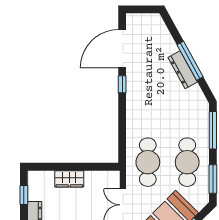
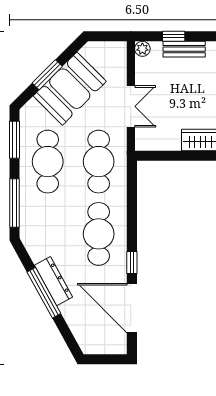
door: (122, 49) -> (132, 308), swing flipped
cafe table: (148, 106) -> (99, 234), added

